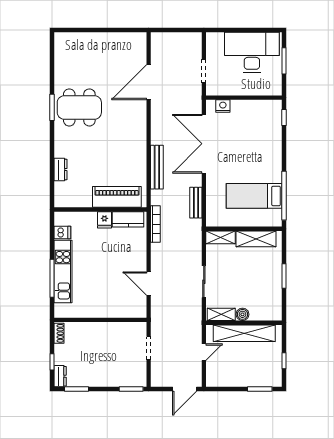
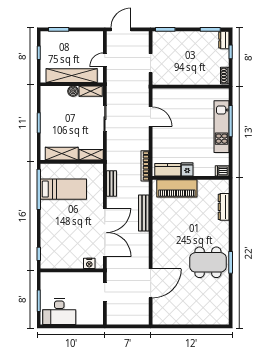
desk: (252, 52) -> (59, 312), width x0.73, depth x0.77
dresser: (60, 170) -> (224, 207), width x1.44
dishwasher: (62, 233) -> (222, 171), moved

